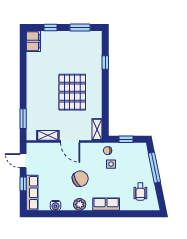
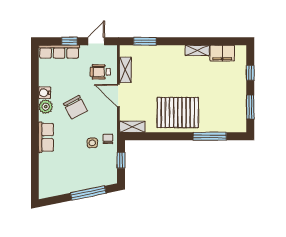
filing cabinet: (33, 41) -> (222, 53), moved
window: (105, 63) -> (210, 136), width x2.17
shelving: (31, 73) -> (197, 50), added
pallet: (72, 92) -> (178, 112), moved
door: (70, 141) -> (118, 96), hinge flipped
wheelchair: (140, 192) -> (100, 72), moved
water cooler: (55, 205) -> (45, 93), moved

